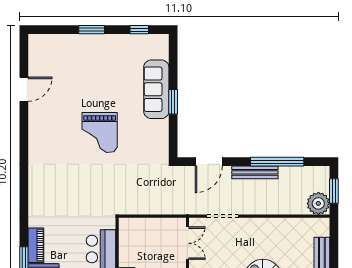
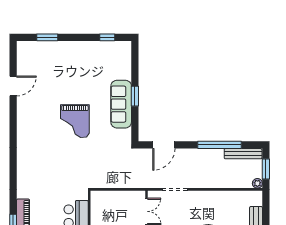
window: (92, 30) -> (47, 37), moved
sofa: (156, 89) -> (121, 104), moved
bench: (255, 172) -> (243, 154), moved
plant: (318, 203) -> (257, 183), width x0.53, depth x0.53

